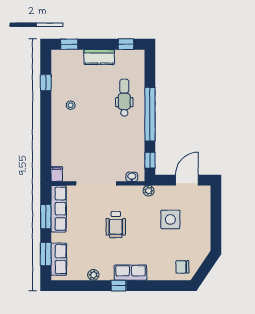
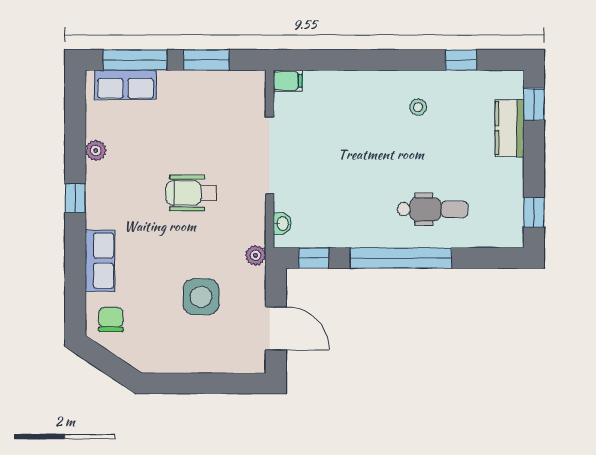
kitchen counter: (99, 57) -> (510, 128), moved
row of seats: (59, 209) -> (221, 84), removed
window: (46, 254) -> (135, 60), width x1.44
row of seats: (131, 273) -> (100, 261), moved

